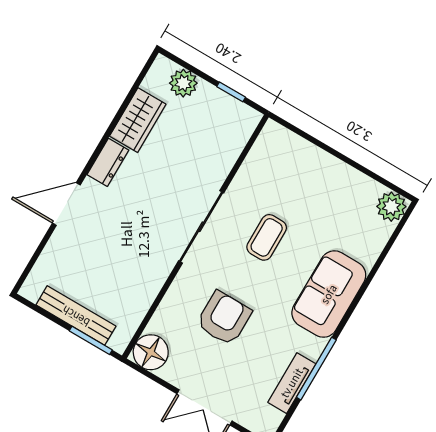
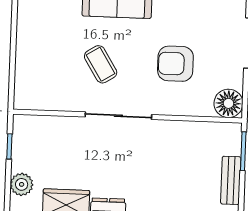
coffee table: (267, 237) -> (101, 64), turned 58
bench: (76, 316) -> (231, 180), width x0.73

